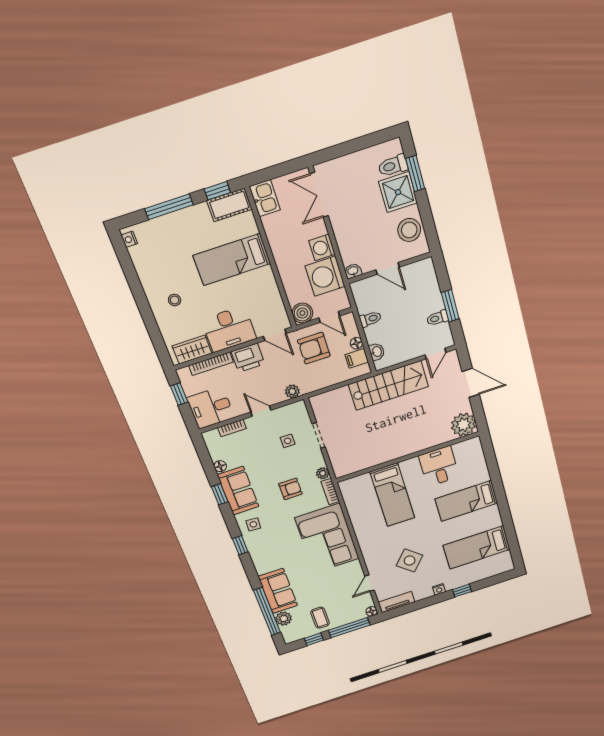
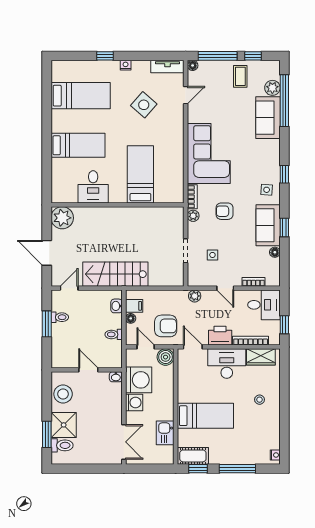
kitchen sink: (265, 198) -> (165, 433), moved

